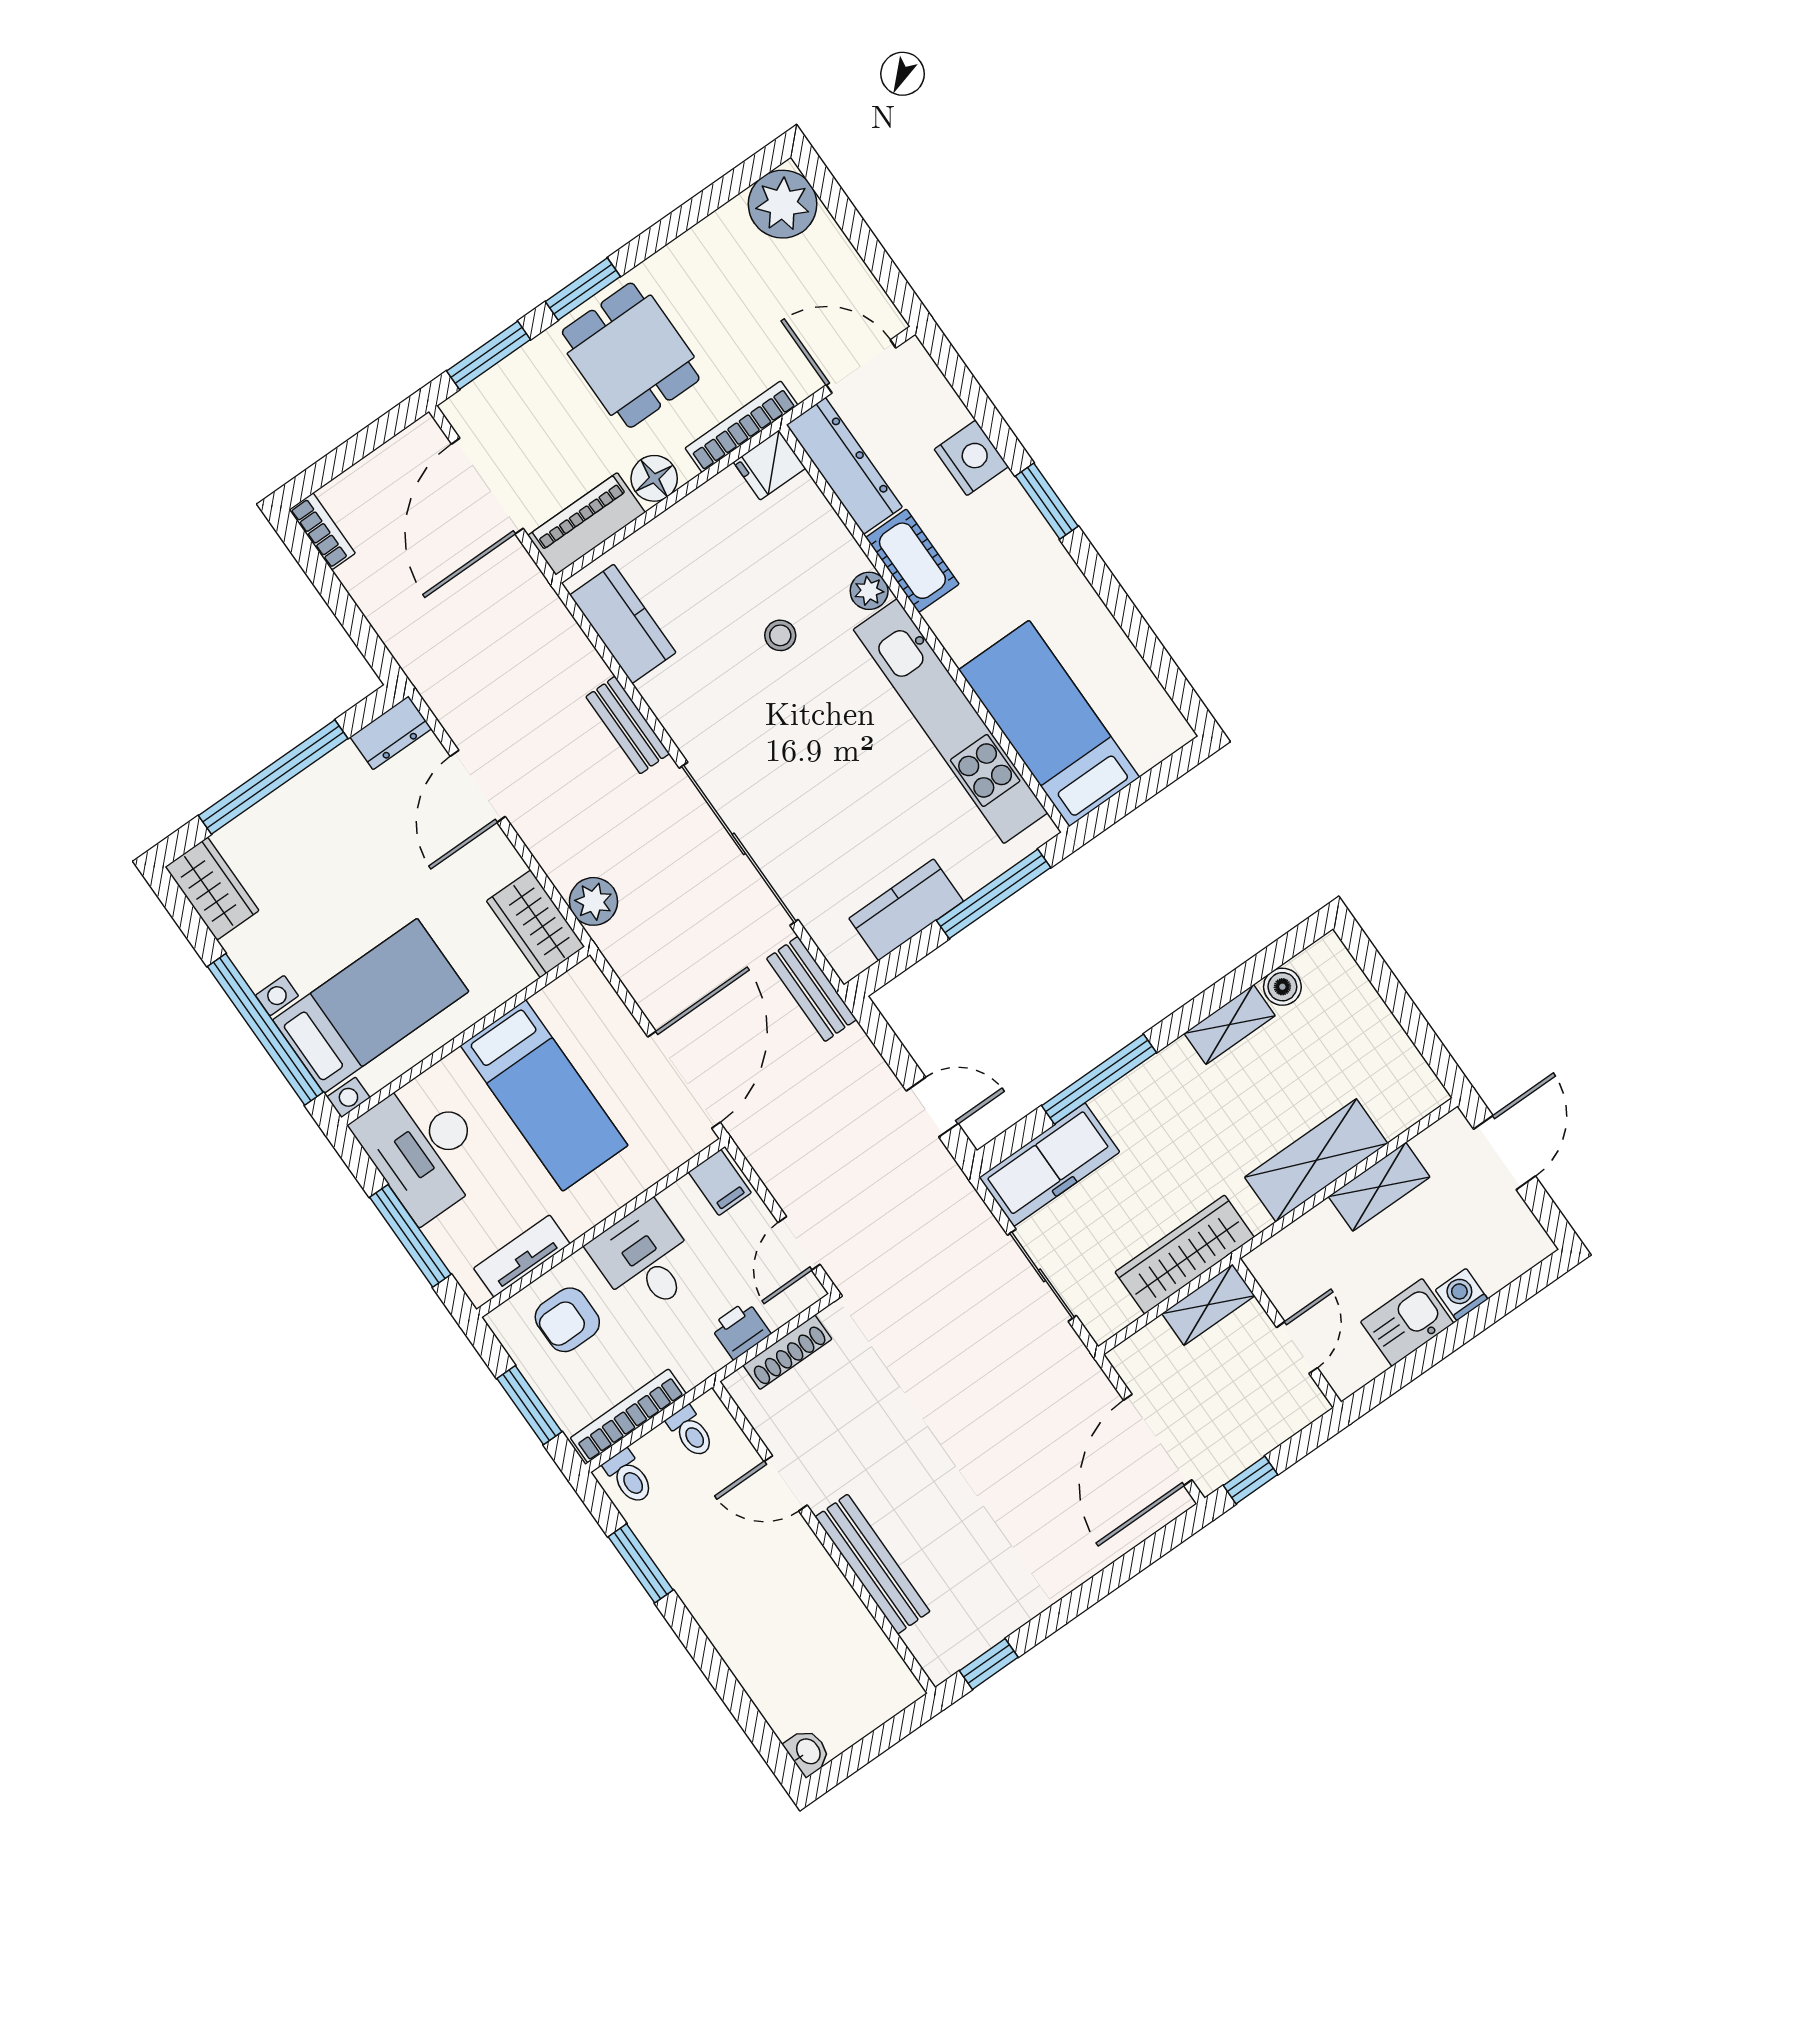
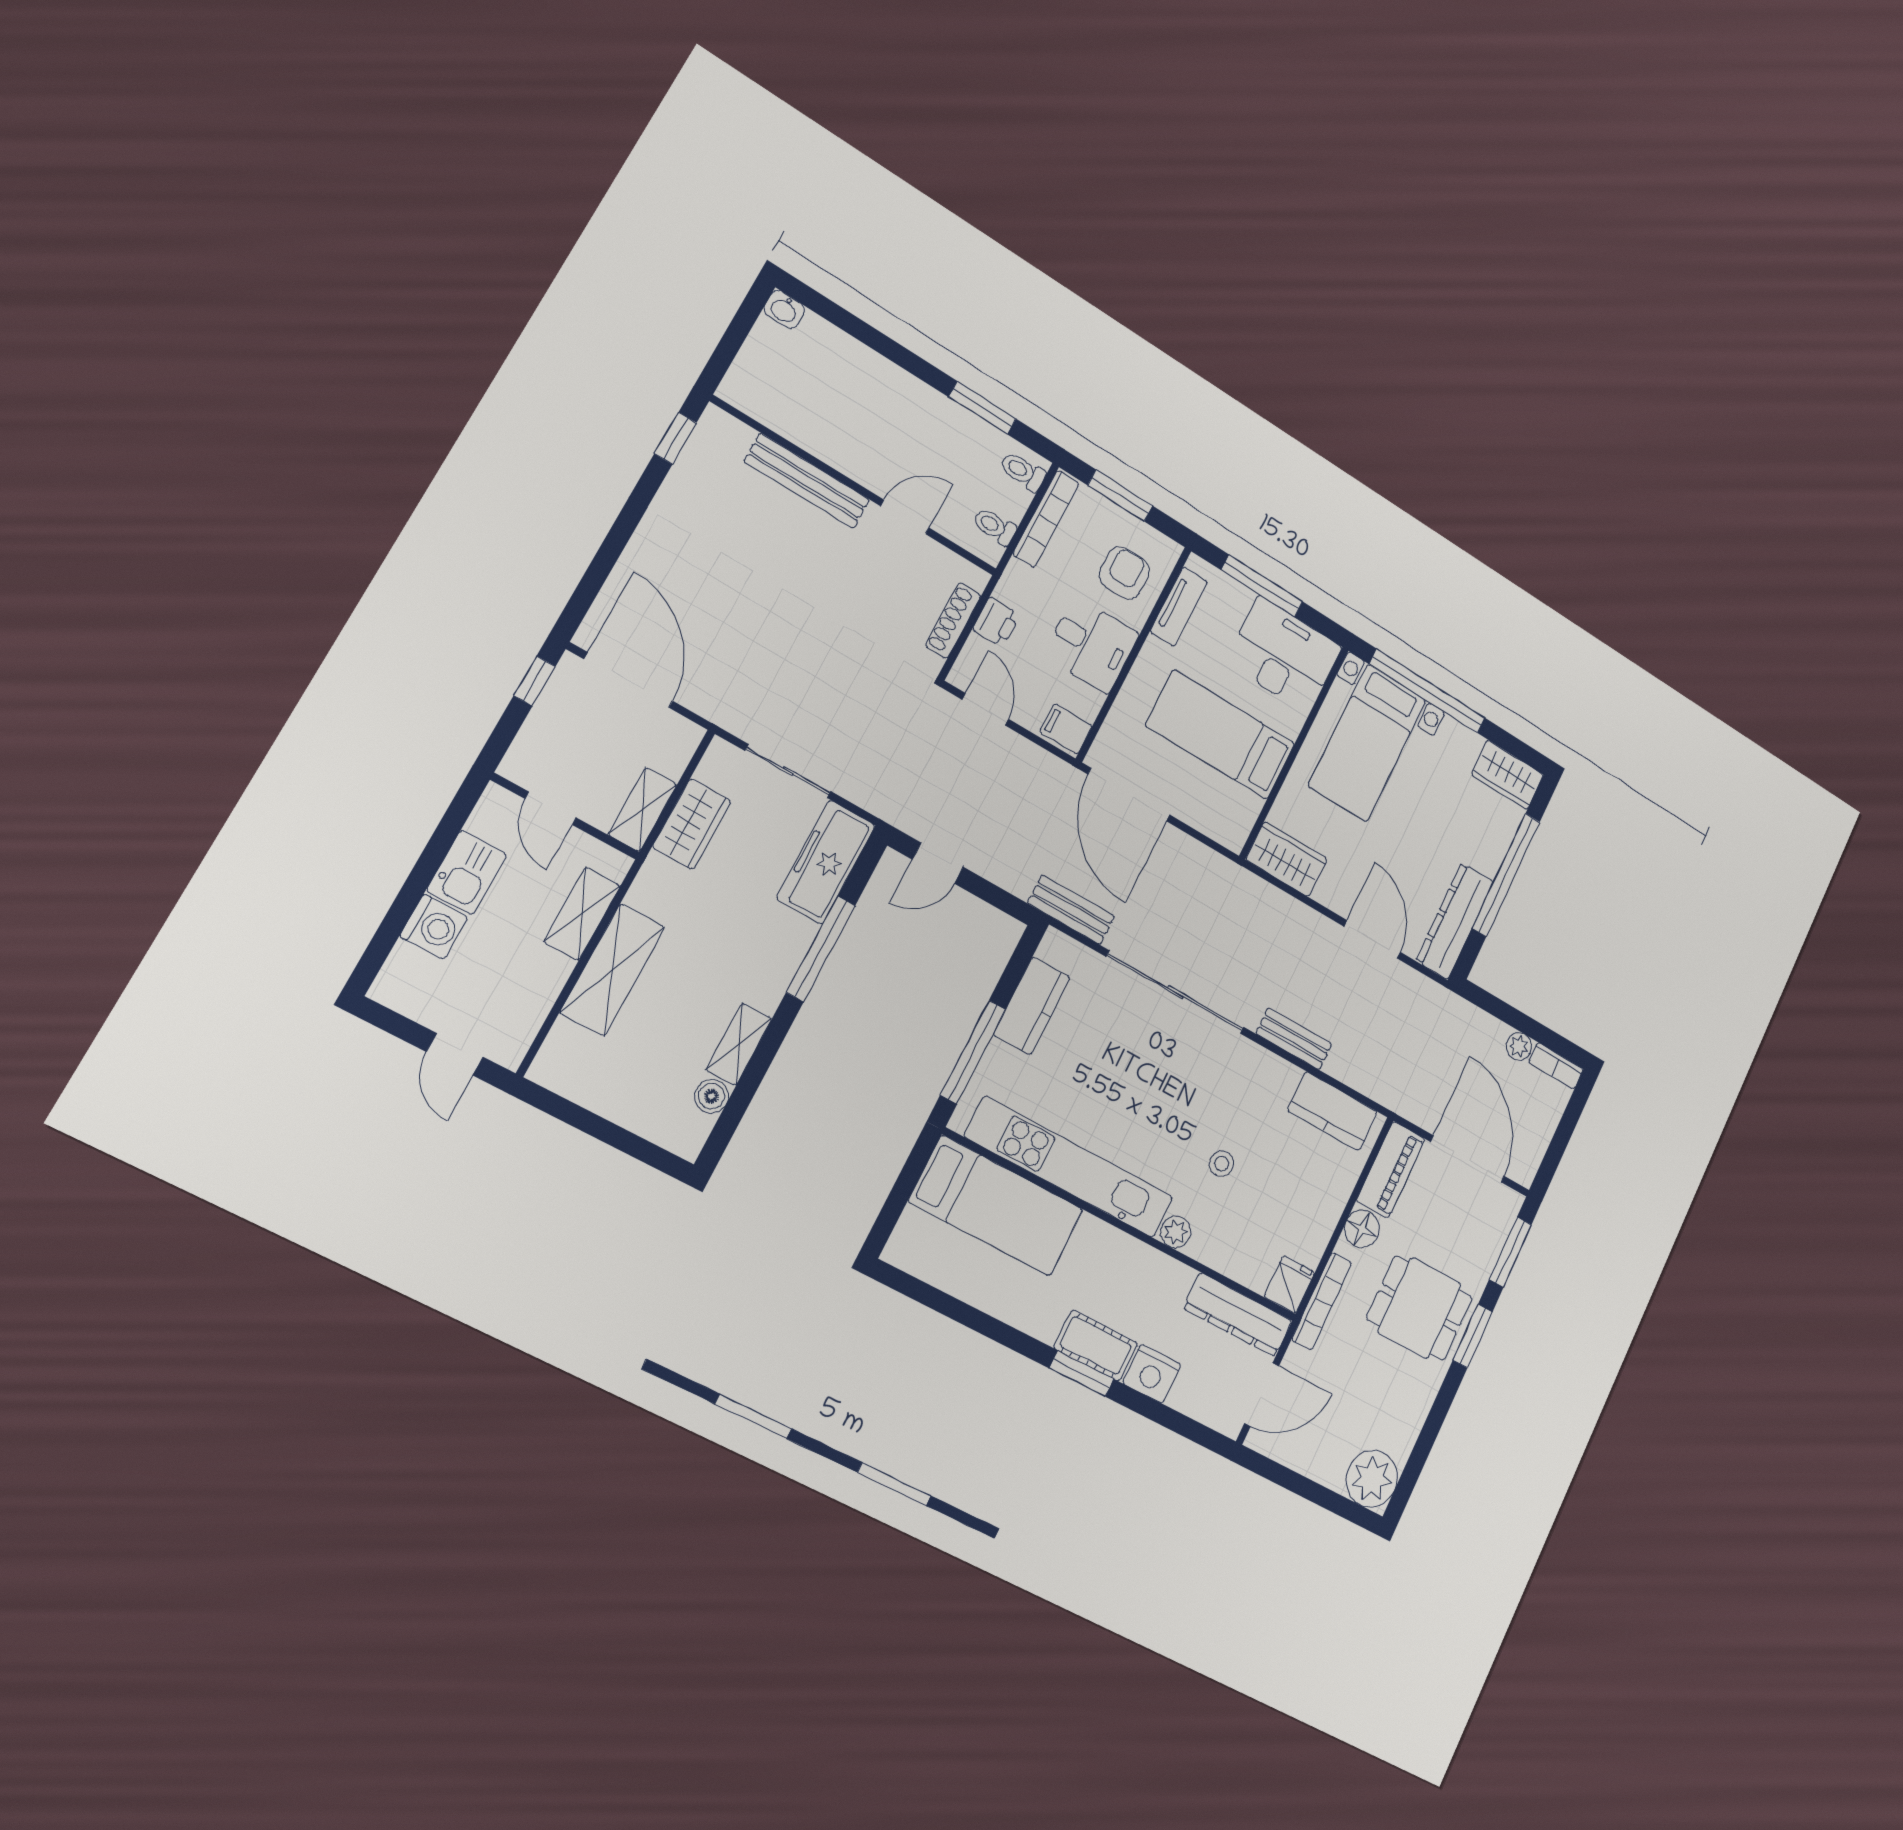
cot: (912, 561) -> (1096, 1345), moved
dresser: (391, 733) -> (1455, 921), width x1.96, depth x1.24
plant: (593, 901) -> (1519, 1046), moved, width x0.73, depth x0.73
door: (1505, 1153) -> (455, 1054), width x0.73
shelving: (1379, 1187) -> (582, 914), moved
wardrobe: (1185, 1255) -> (692, 824), width x0.67
washing machine: (1462, 1295) -> (434, 927), width x1.38, depth x1.38

